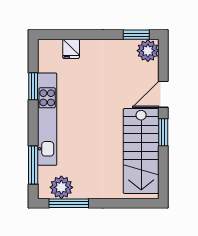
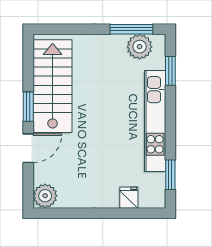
window: (136, 35) -> (58, 213), removed
window: (33, 86) -> (170, 175), moved
window: (33, 165) -> (170, 71), width x0.69

